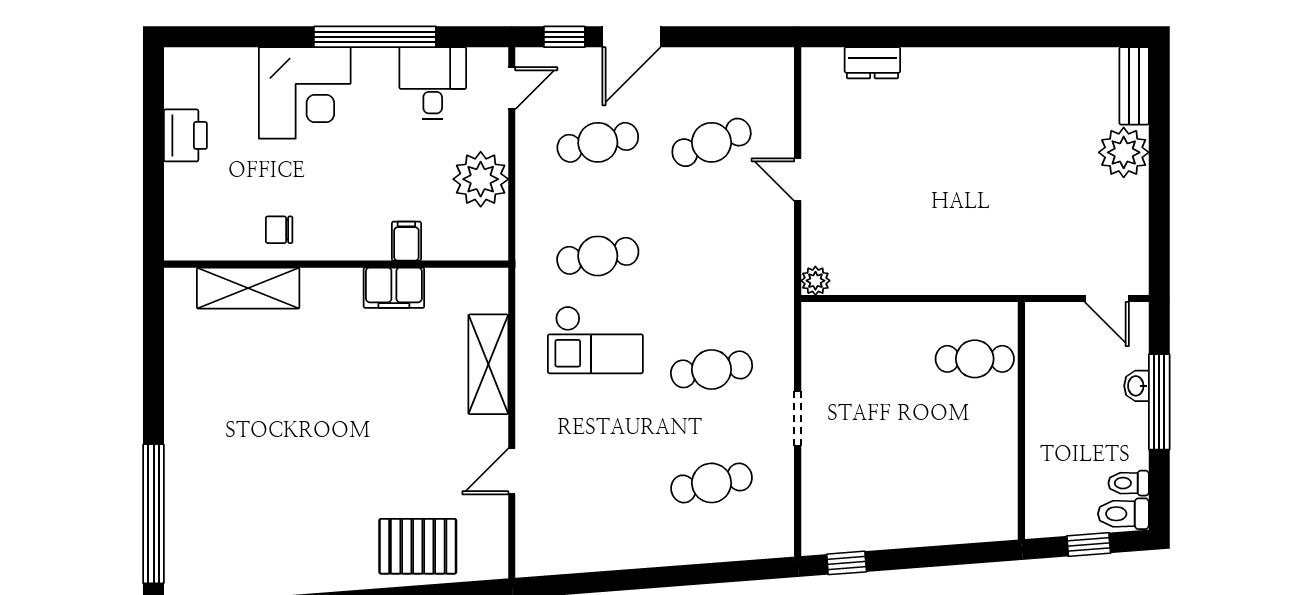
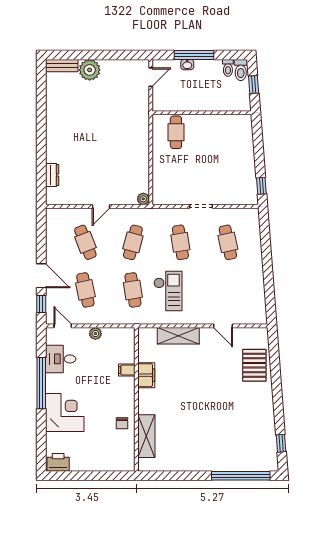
printer: (185, 135) -> (58, 462), moved
plant: (481, 179) -> (95, 334), width x0.53, depth x0.53
cafe table: (712, 256) -> (133, 242), added

